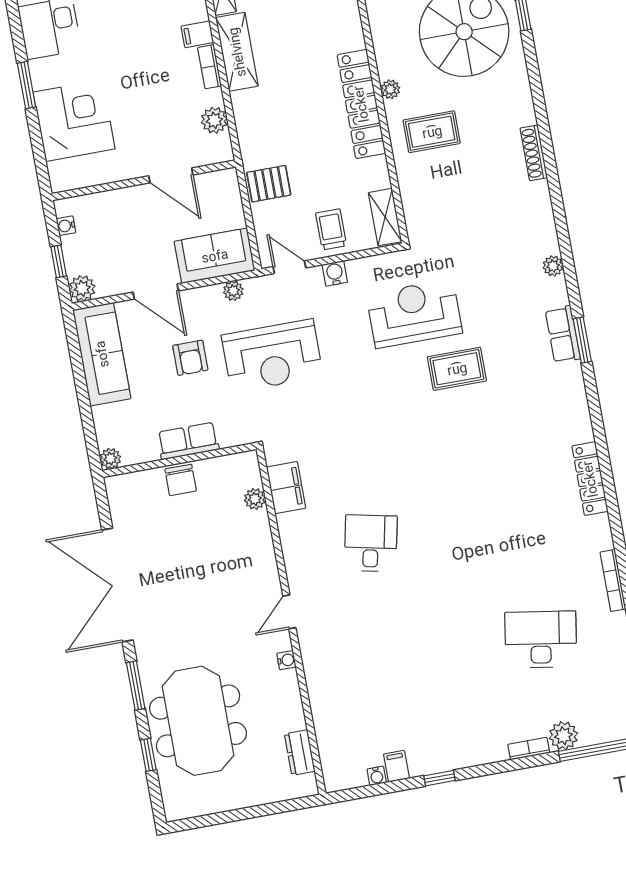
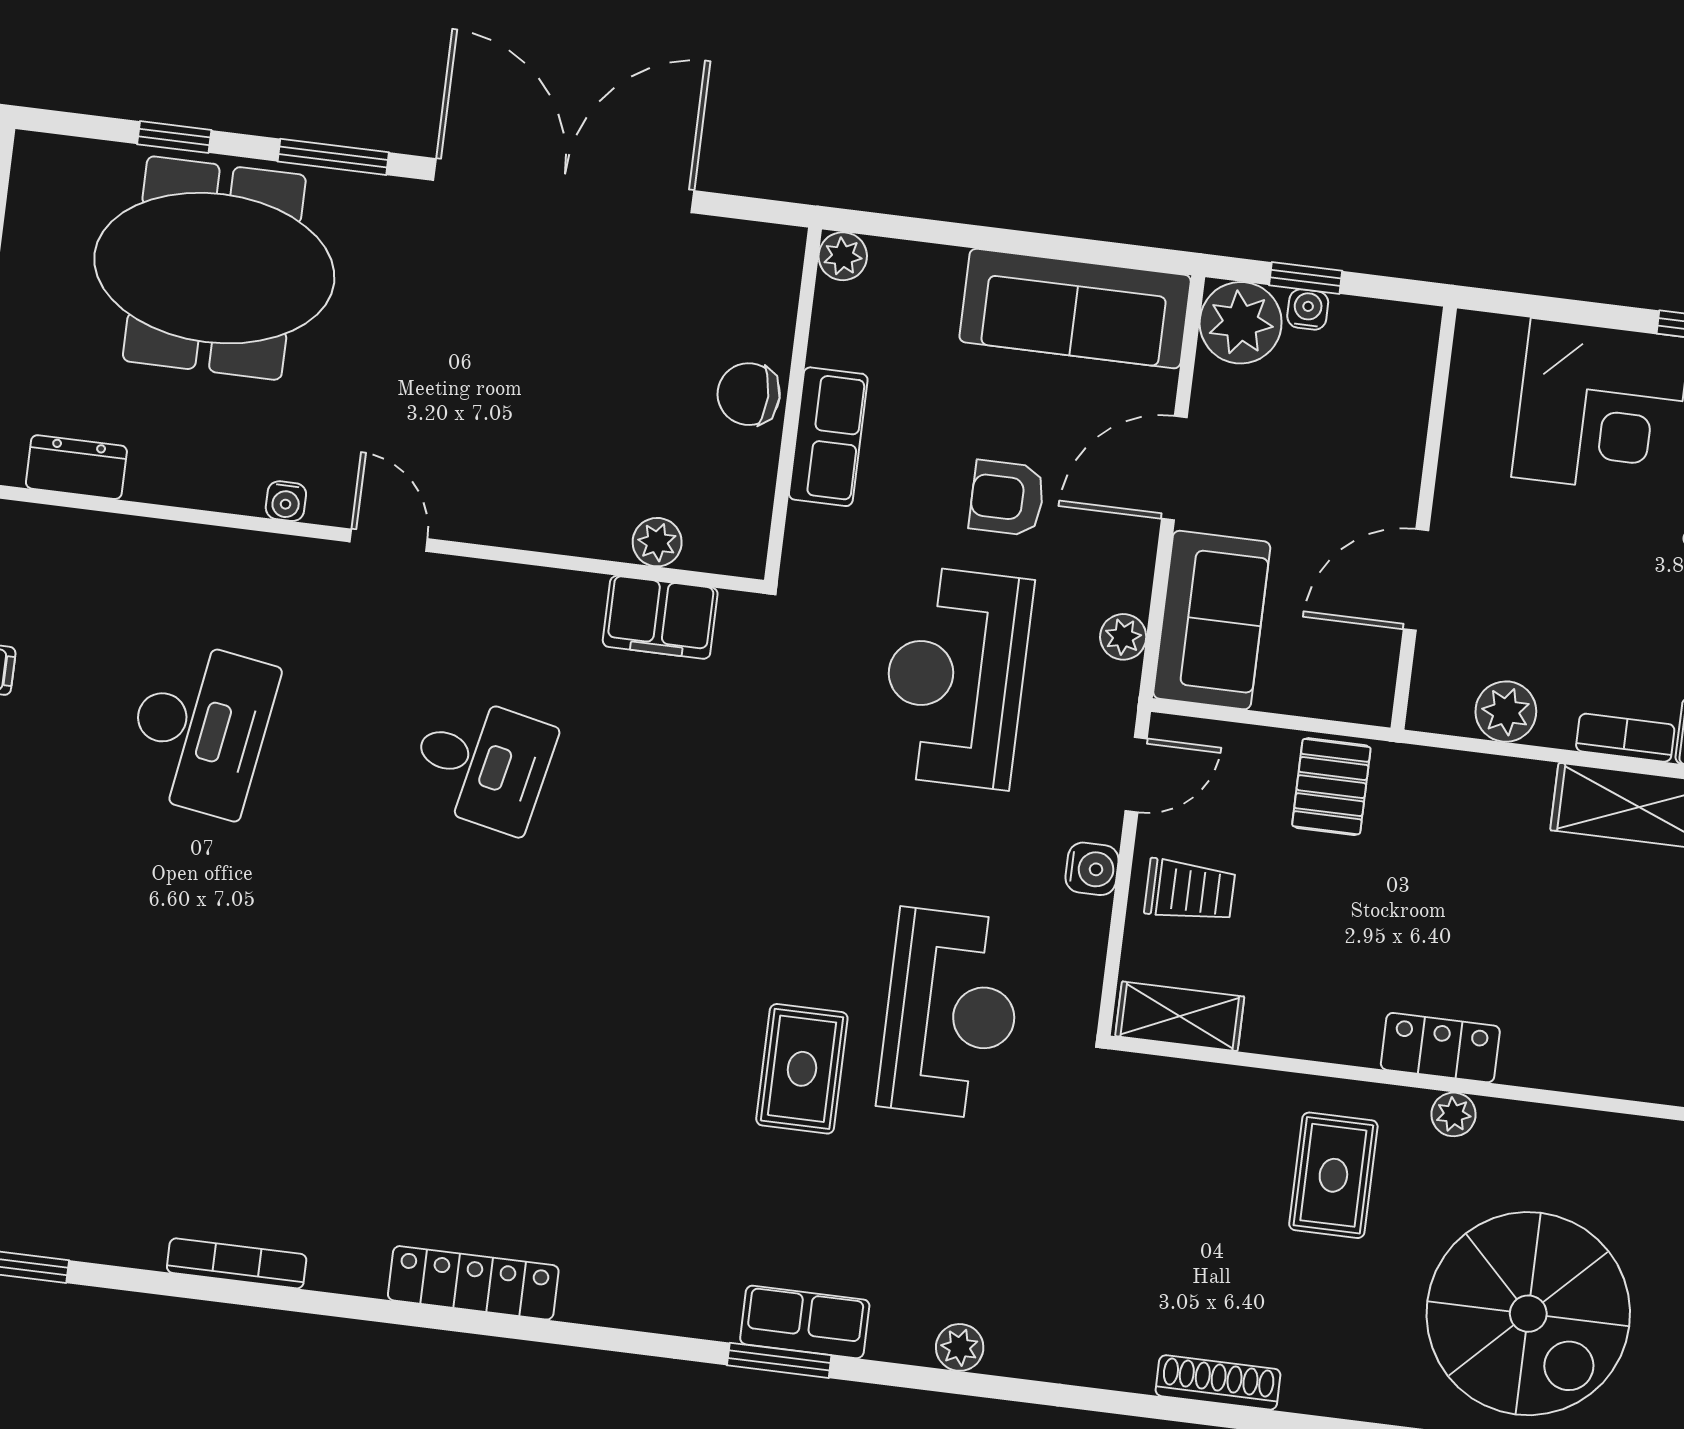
locker: (361, 104) -> (1440, 1048), width x0.46, depth x0.83
water cooler: (66, 226) -> (1308, 309), moved
plant: (82, 288) -> (1241, 323), width x1.36, depth x1.36
desk: (541, 639) -> (200, 728), moved

